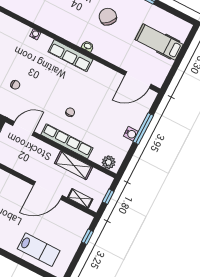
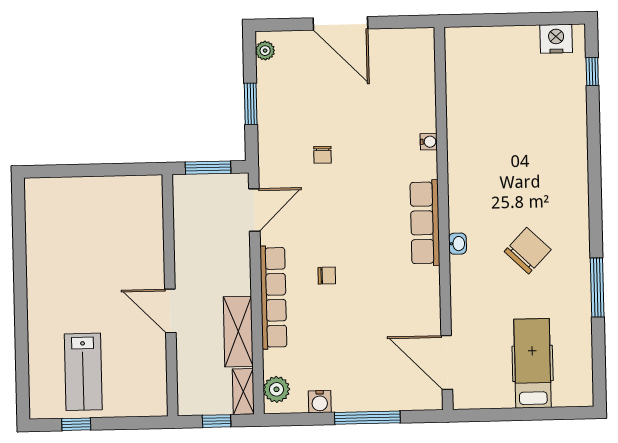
door: (23, 129) -> (254, 210), hinge flipped
water cooler: (131, 134) -> (320, 402), moved
door: (48, 190) -> (170, 311), width x0.73
shelving: (80, 198) -> (243, 391), moved
window: (87, 237) -> (76, 424), moved
lab bench: (39, 250) -> (83, 372), moved

